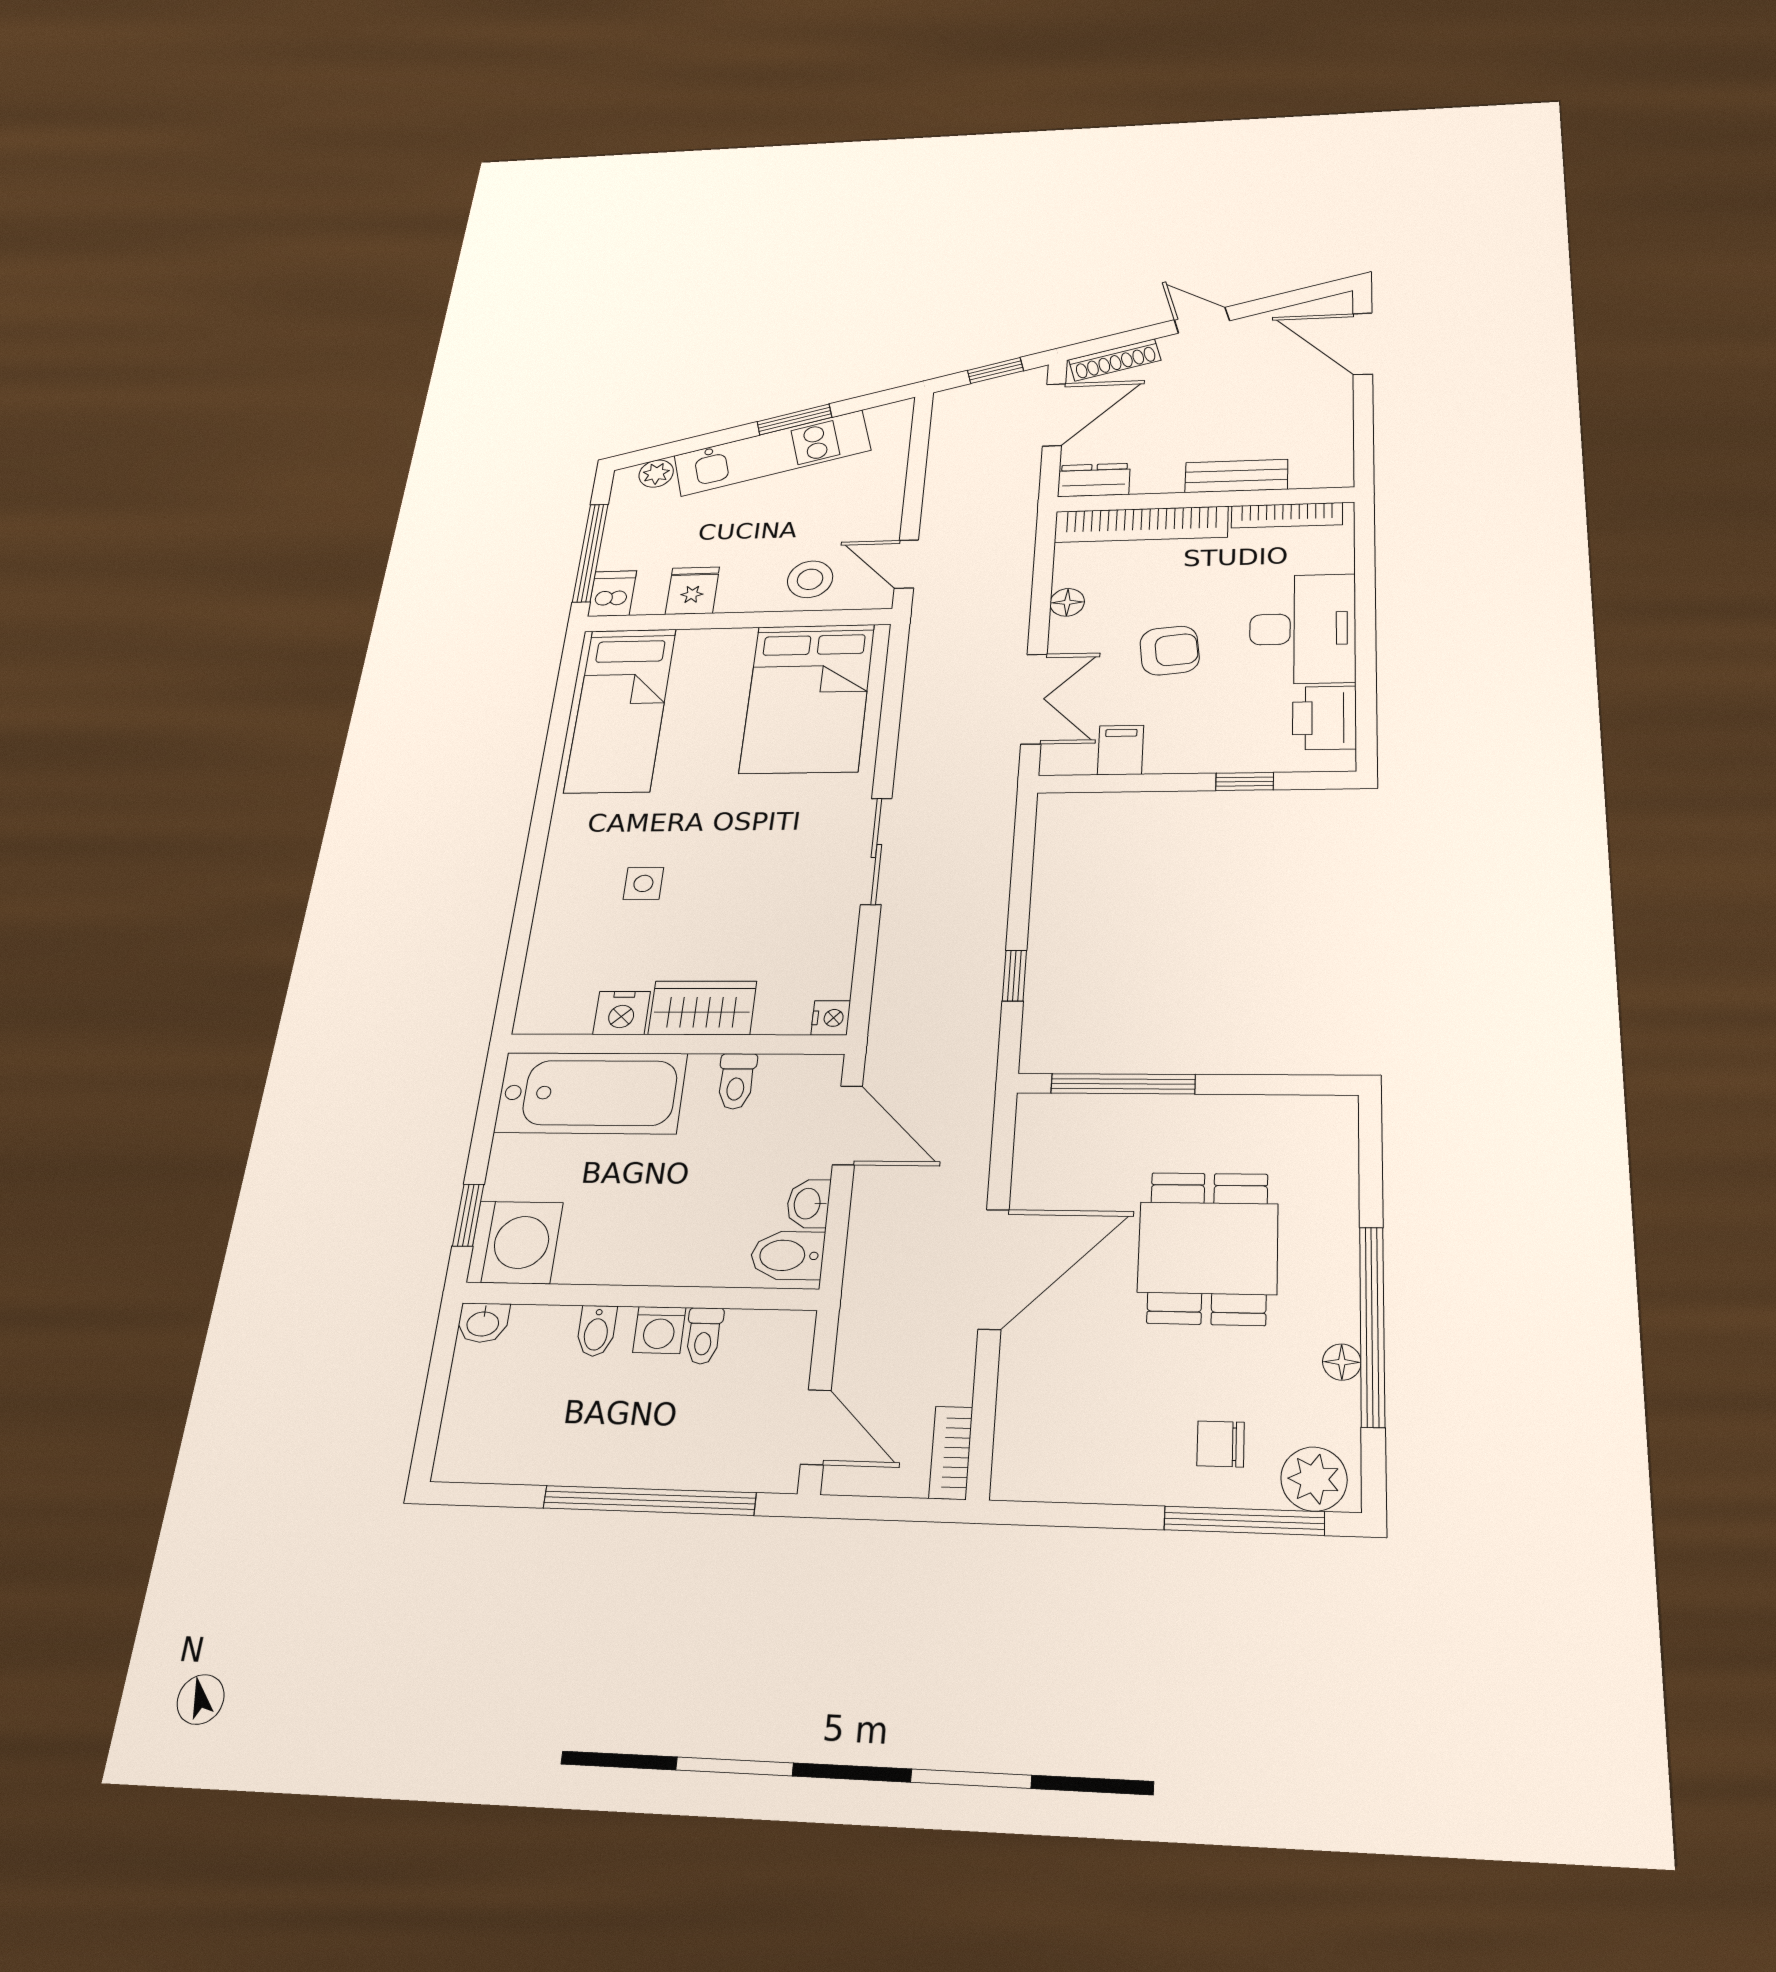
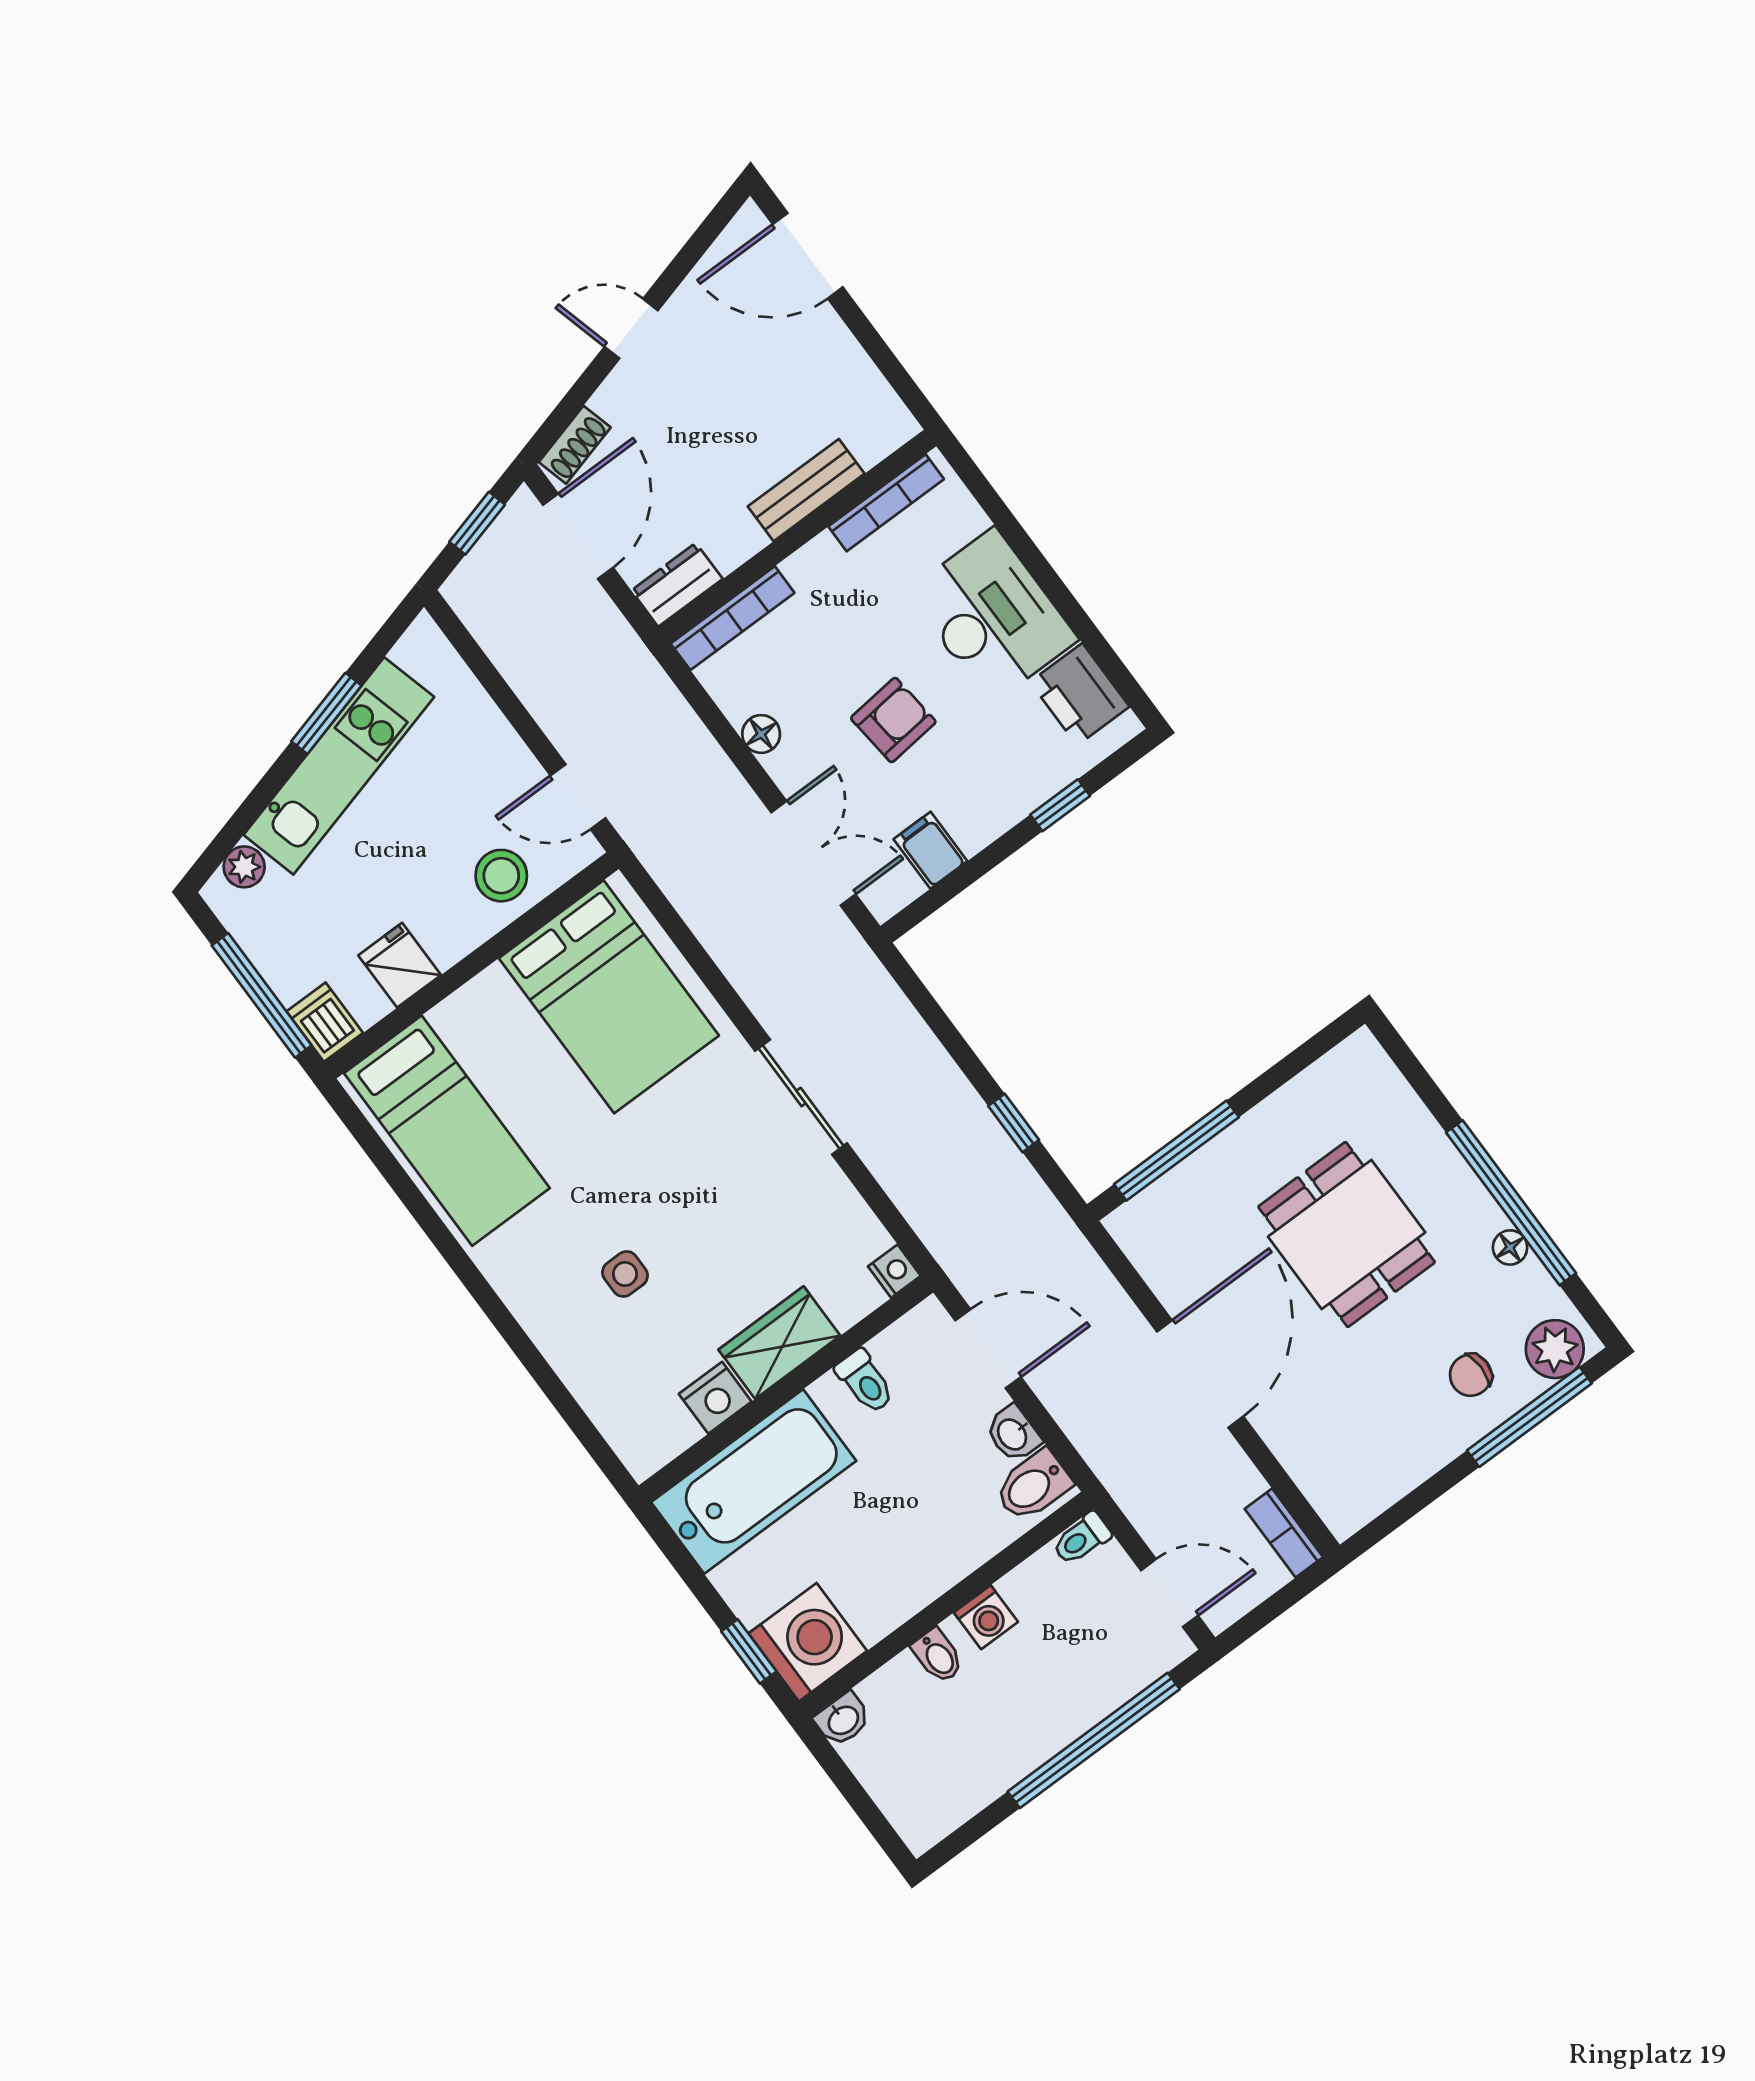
shoe rack: (1115, 360) -> (575, 445), width x0.70
bookcase: (1141, 524) -> (733, 618), width x0.68, depth x0.76
toilet: (704, 1336) -> (1082, 1539), moved, turned 90

